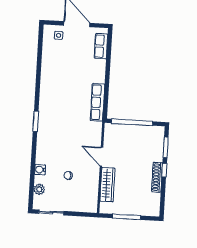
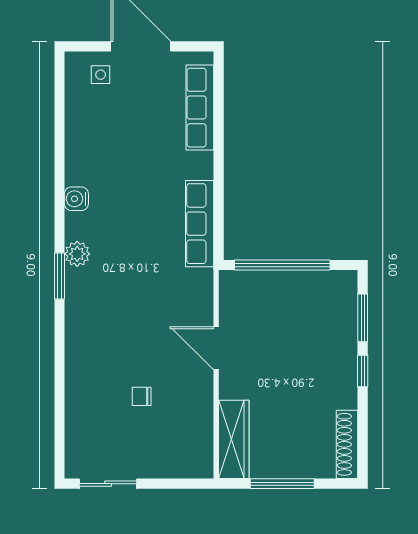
row of seats: (101, 46) -> (200, 108), width x1.48
water cooler: (40, 170) -> (76, 199), moved
shoe rack: (157, 177) -> (347, 444), moved
wardrobe: (107, 185) -> (234, 439), moved
plant: (39, 189) -> (77, 254), moved

